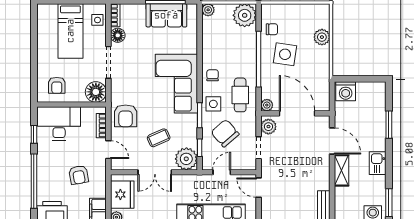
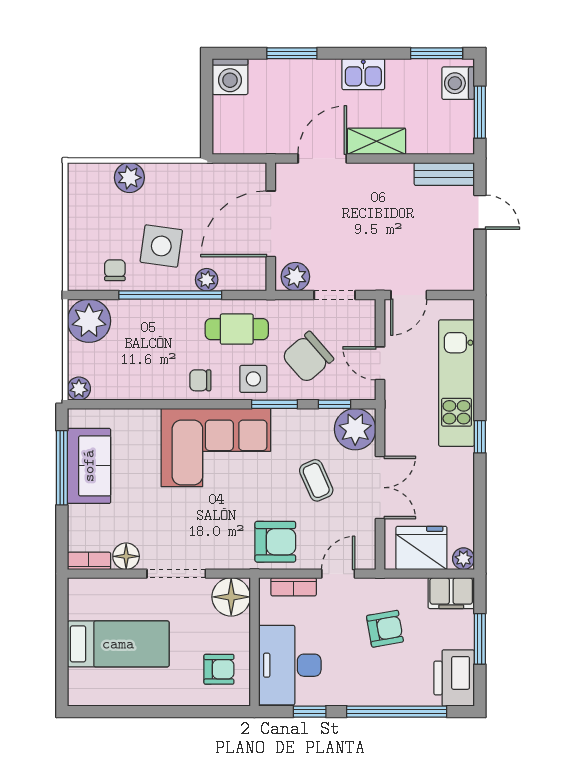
side table: (97, 20) -> (98, 594), removed
washing machine: (346, 91) -> (230, 77), moved, turned 90
plant: (267, 105) -> (207, 280), moved

